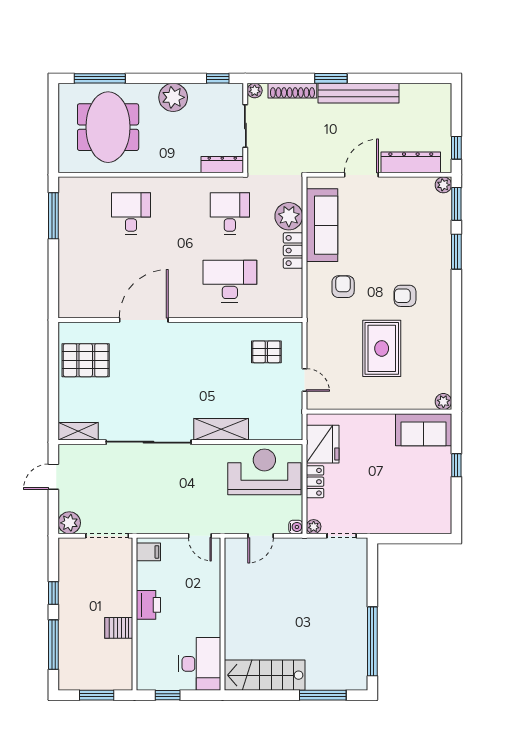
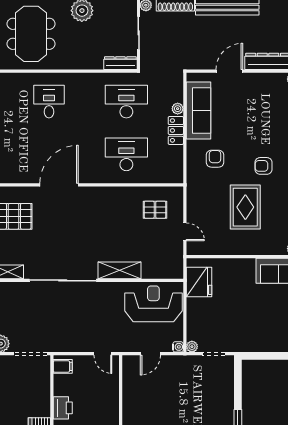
desk: (230, 214) -> (126, 102), width x1.37
plant: (289, 216) -> (178, 109), width x0.53, depth x0.53
locker: (315, 482) -> (193, 311), removed

